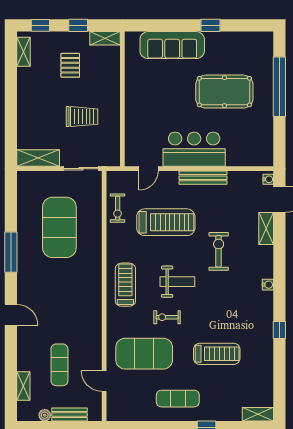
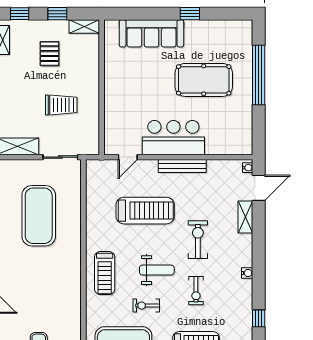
exercise bike: (118, 208) -> (196, 291), moved
treadmill: (125, 285) -> (105, 273), turned 180

